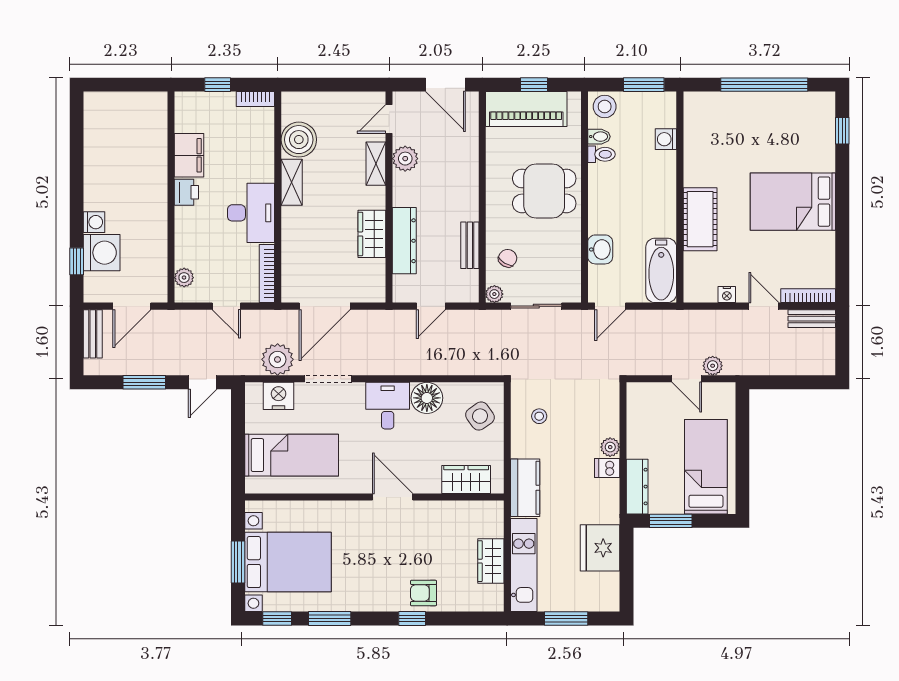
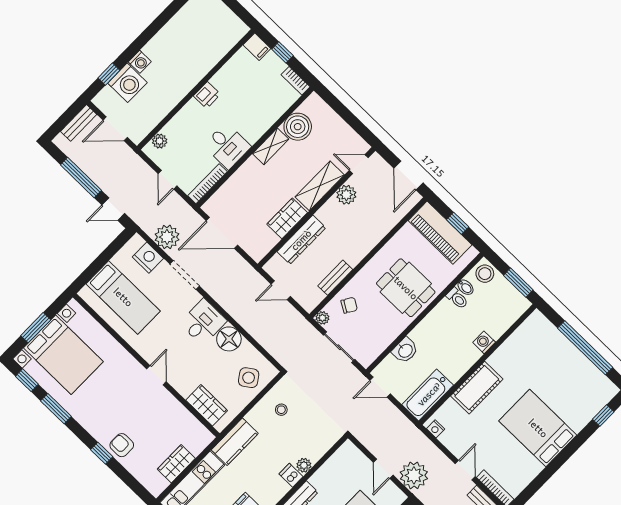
washing machine: (666, 139) -> (484, 342), moved
filing cabinet: (189, 155) -> (257, 47), moved, width x0.50
shelving: (376, 164) -> (320, 186), width x1.50, depth x1.33
desk: (251, 213) -> (227, 146), width x0.73
nightstand: (727, 295) -> (436, 429), moved
plant: (713, 366) -> (414, 475), width x1.88, depth x1.88
window: (144, 382) -> (81, 178), width x1.44
door: (393, 497) -> (156, 375), width x0.73

